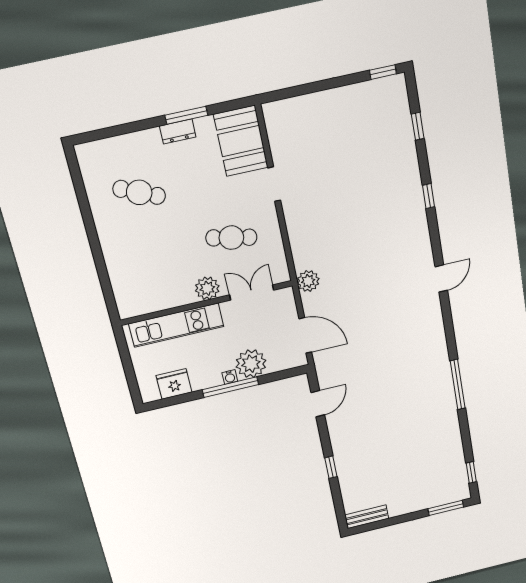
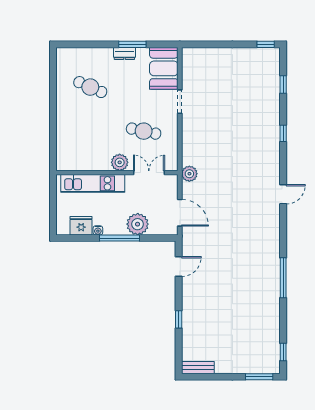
water cooler: (230, 377) -> (98, 230), moved

